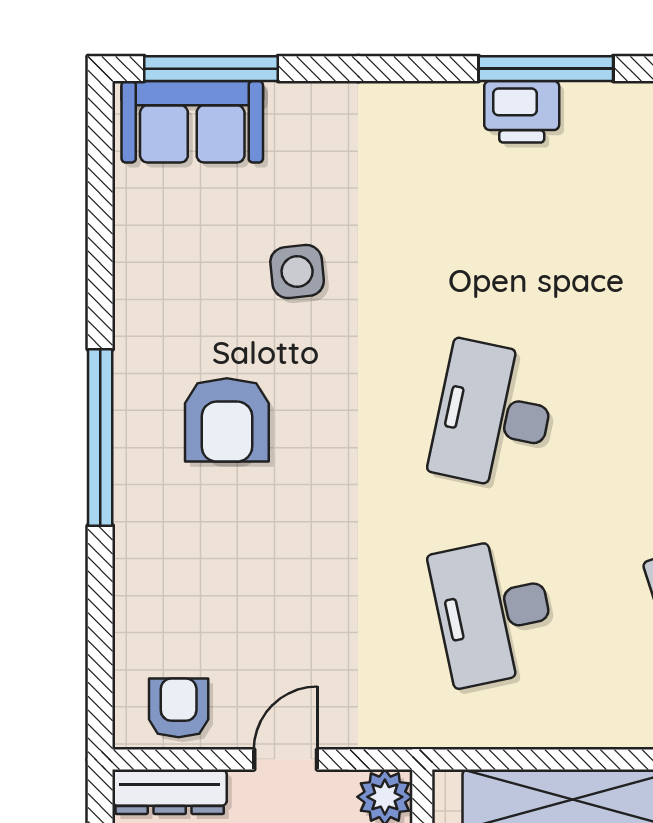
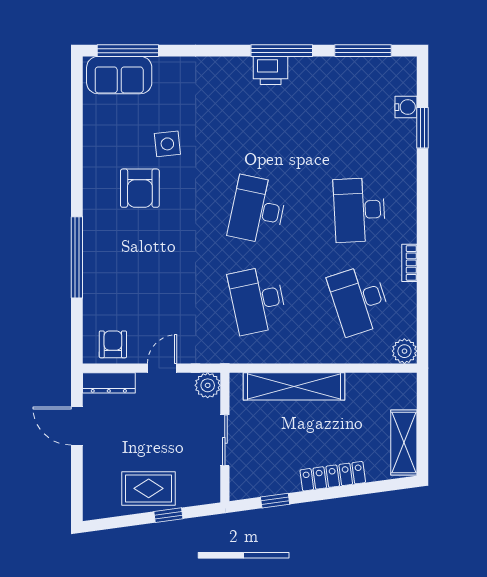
armchair: (227, 420) -> (140, 188), moved
window: (100, 437) -> (77, 257), moved

